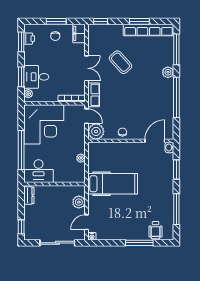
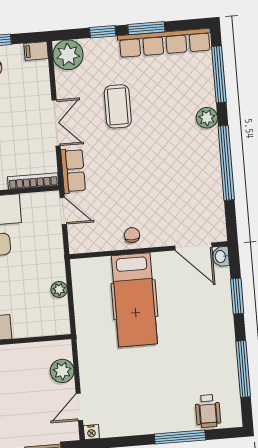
window: (101, 21) -> (103, 32), moved
filing cabinet: (79, 33) -> (36, 51), width x0.50
coffee table: (121, 62) -> (118, 106), turned 42
plant: (96, 131) -> (68, 55), moved
door: (155, 141) -> (193, 247), swing flipped
hospital bed: (113, 184) -> (134, 300), moved, turned 90

